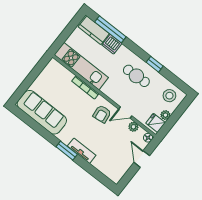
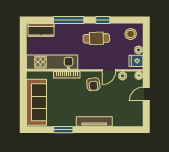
window: (110, 29) -> (69, 20), moved
dishwasher: (112, 44) -> (62, 30), removed
sofa: (42, 112) -> (36, 102), moved, turned 90
window: (67, 151) -> (63, 130), moved
tv unit: (82, 151) -> (94, 121), width x1.41
door: (142, 159) -> (146, 94), hinge flipped

